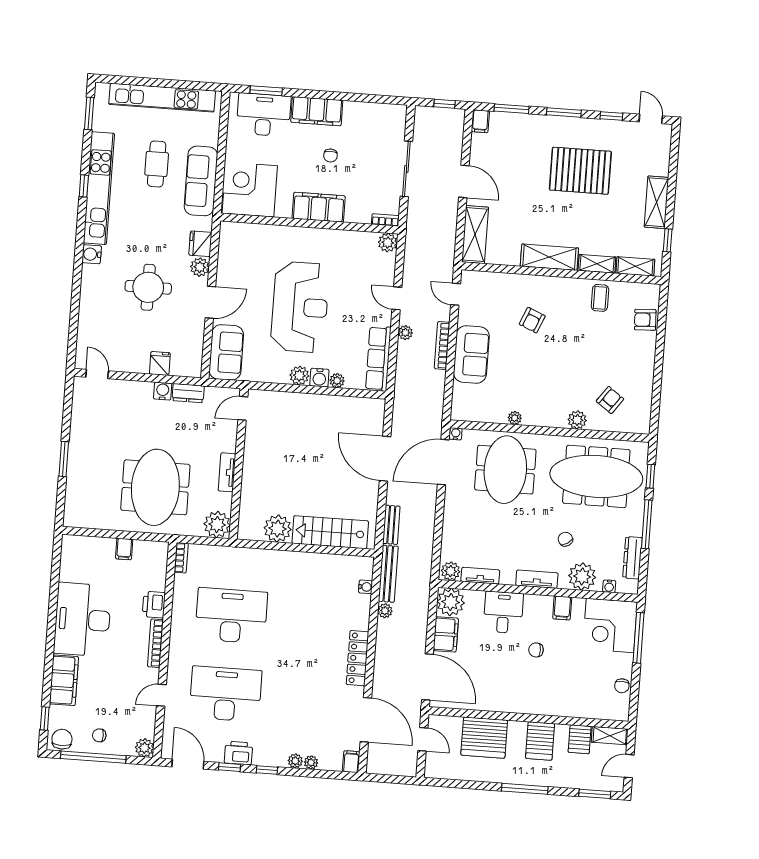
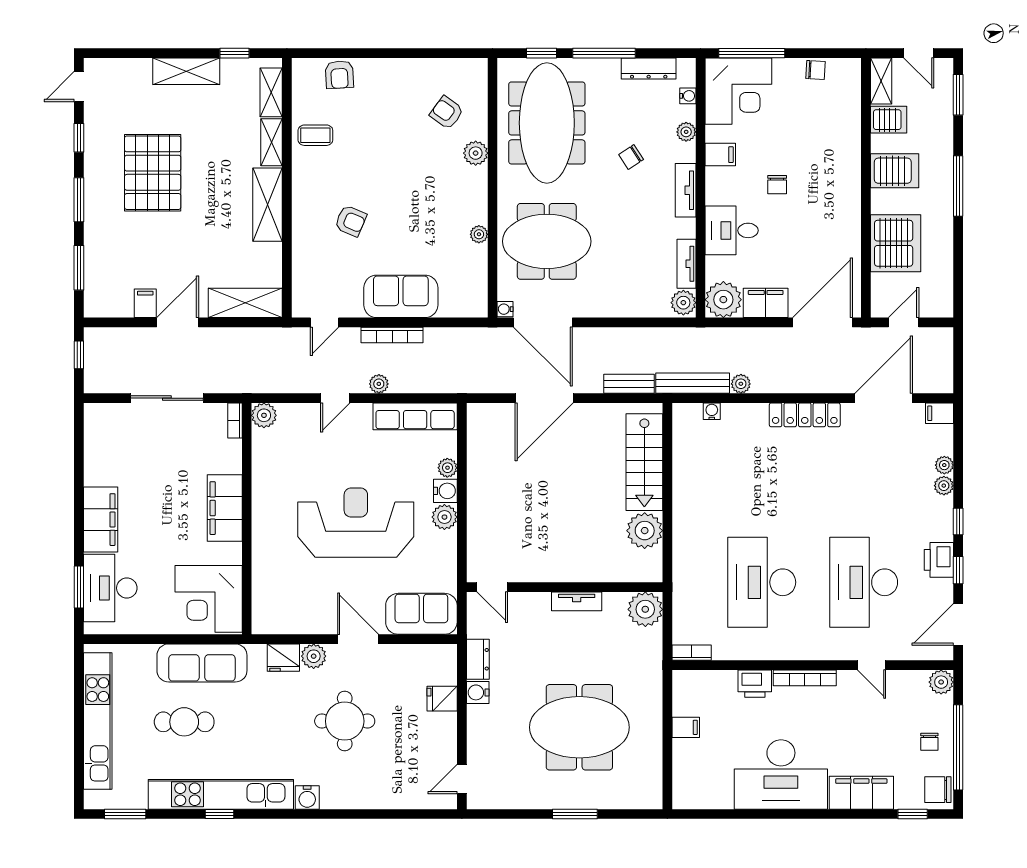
filing cabinet: (480, 121) -> (145, 303), moved, turned -90
chair: (330, 156) -> (157, 498), removed
meeting table: (155, 487) -> (579, 727), moved
plant: (582, 576) -> (686, 132), width x0.53, depth x0.53

